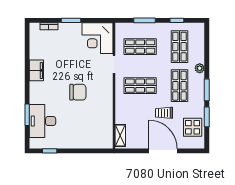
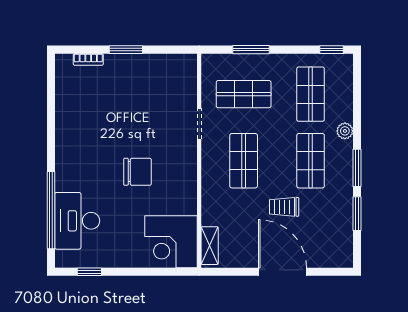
window: (177, 20) -> (332, 50), moved
corner desk: (98, 38) -> (171, 242), moved
filing cabinet: (36, 70) -> (67, 135), removed
shop shelf: (140, 86) -> (244, 161), turned 90
window: (27, 115) -> (51, 210), width x2.11
display table: (193, 127) -> (333, 231), removed

